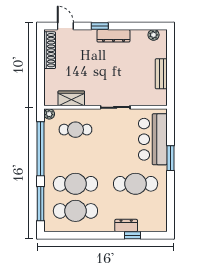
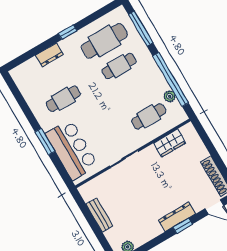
dresser: (113, 36) -> (177, 217), moved
plant: (49, 114) -> (170, 96), moved
cafe table: (75, 184) -> (119, 66), width x0.73, depth x0.74
cafe table: (136, 184) -> (63, 99), width x0.73, depth x0.74
window: (132, 235) -> (68, 32), moved

